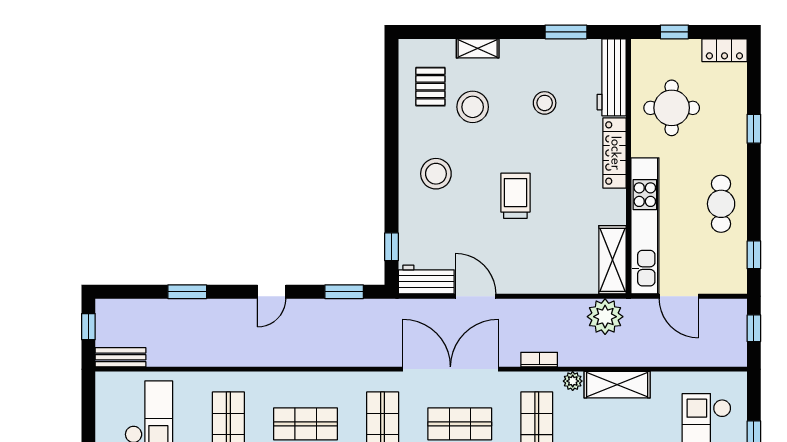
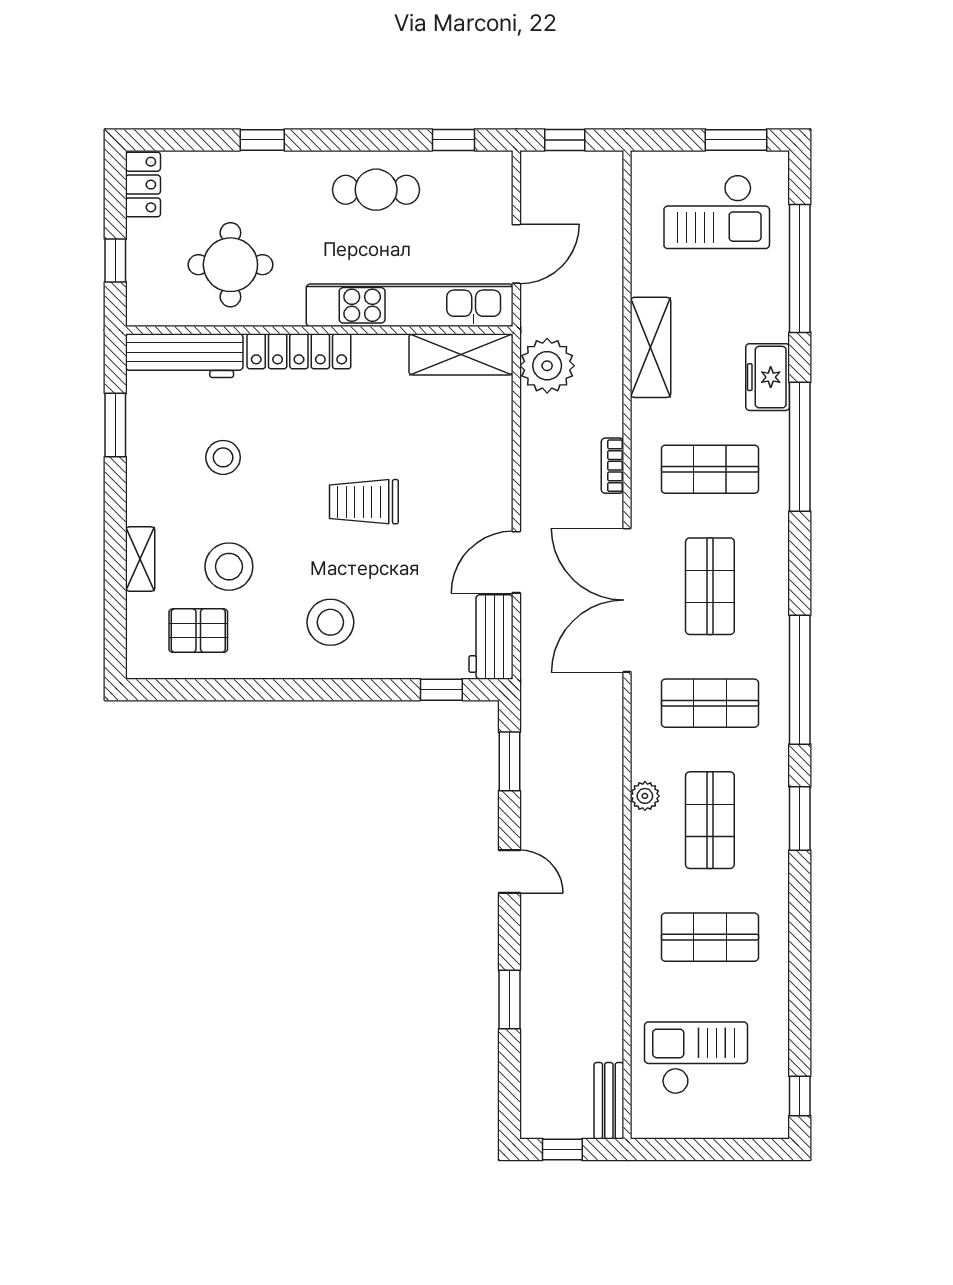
plant: (573, 381) -> (645, 796), moved

